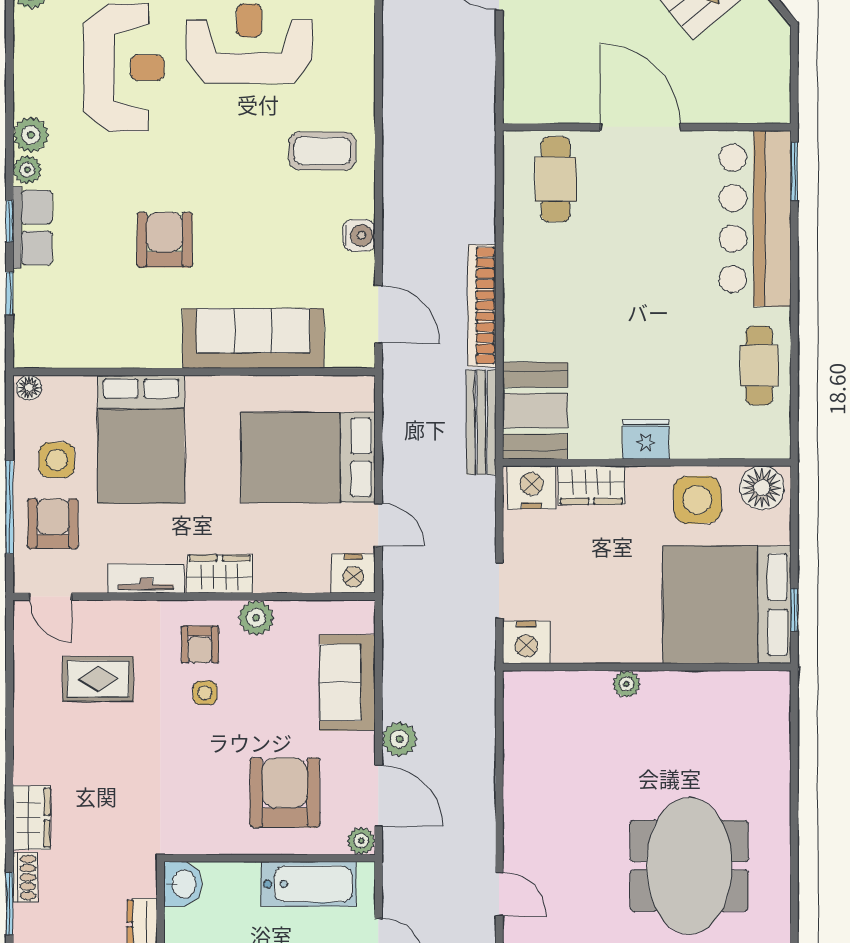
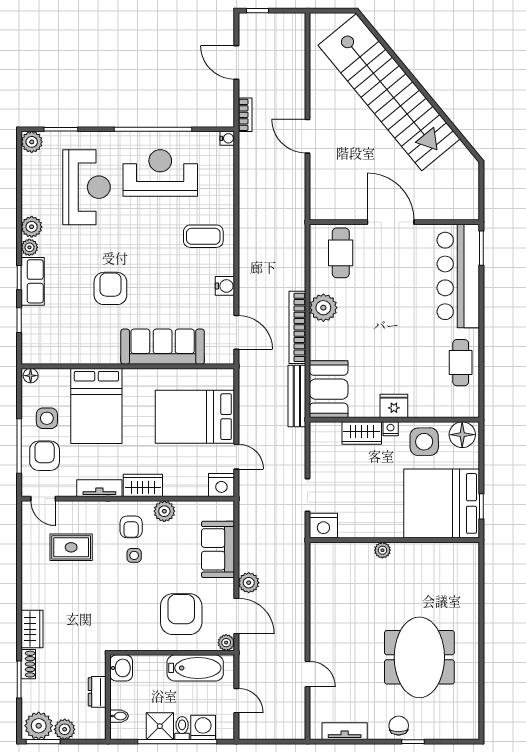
plant: (526, 272) -> (323, 308), added
nightstand: (531, 487) -> (391, 429), moved, width x0.53, depth x0.56

